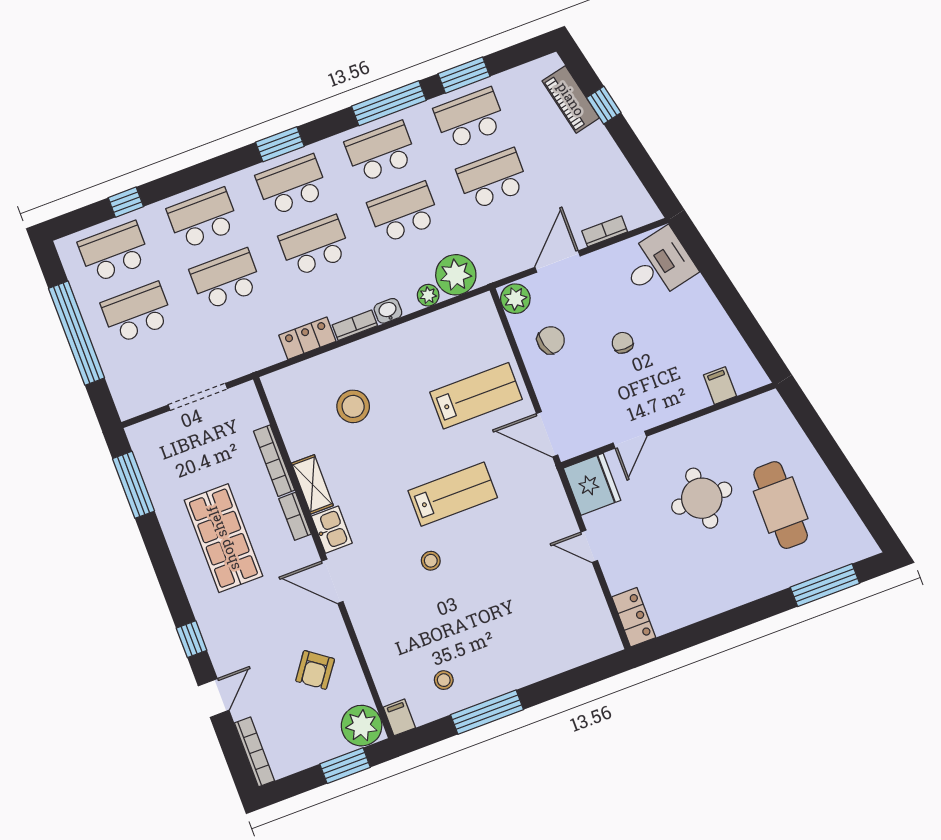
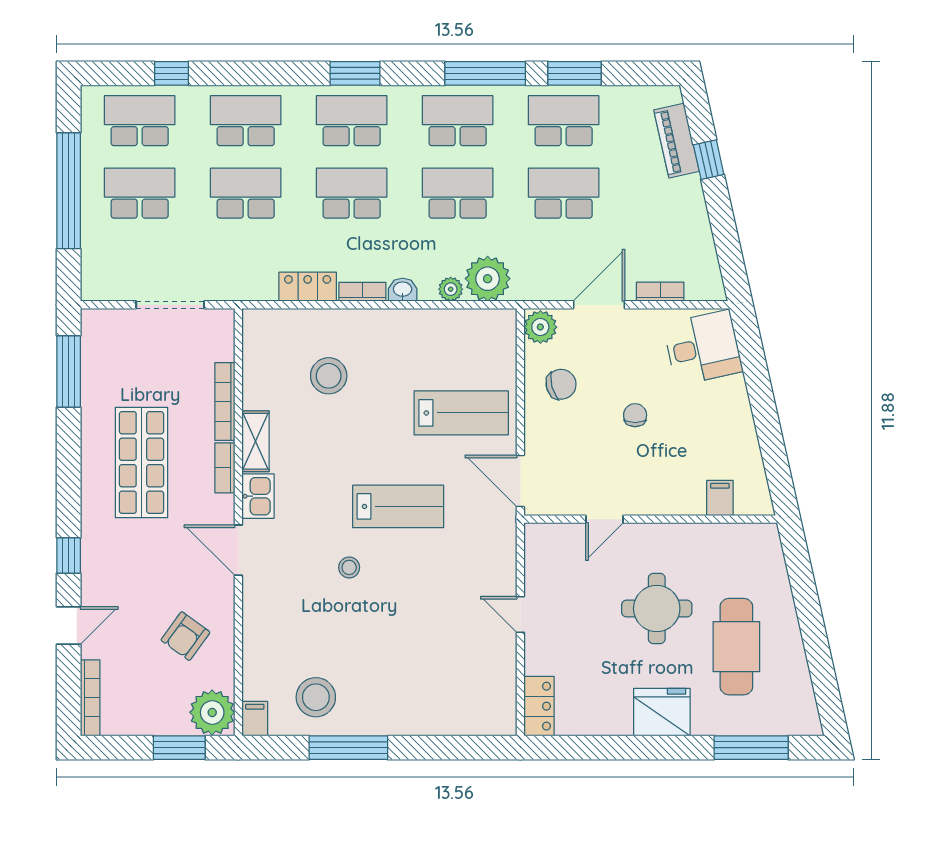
fridge: (592, 484) -> (662, 712), moved, turned -90
stool: (444, 680) -> (316, 697), width x1.89, depth x1.89

